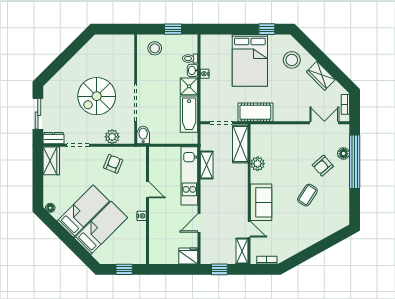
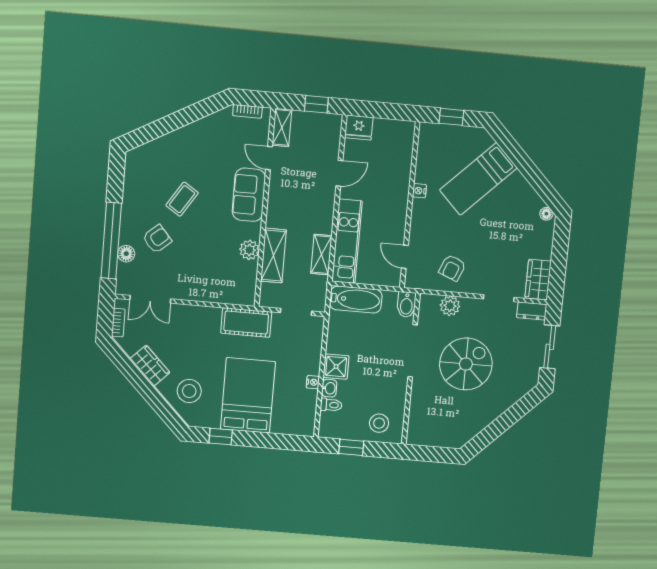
bathtub: (189, 114) -> (356, 300), moved, turned 90
shelving: (240, 144) -> (273, 256), moved
door: (147, 190) -> (405, 257), moved
bed: (83, 211) -> (501, 205), removed

